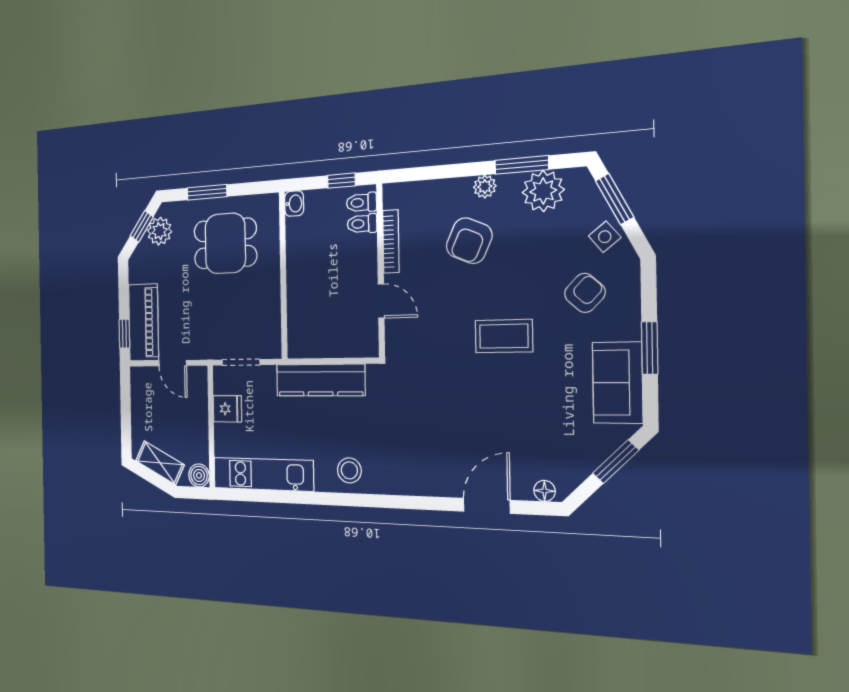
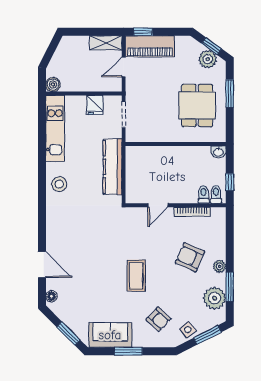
shelving: (160, 463) -> (106, 43), moved, turned 63

